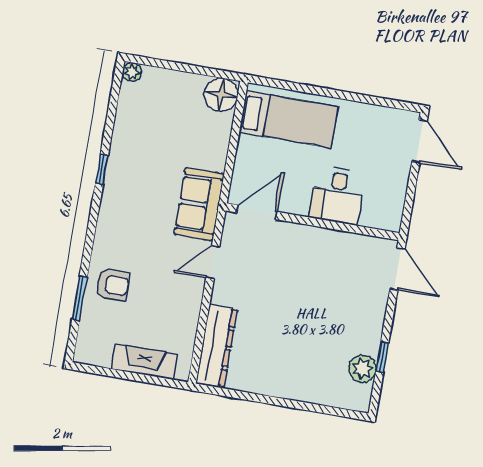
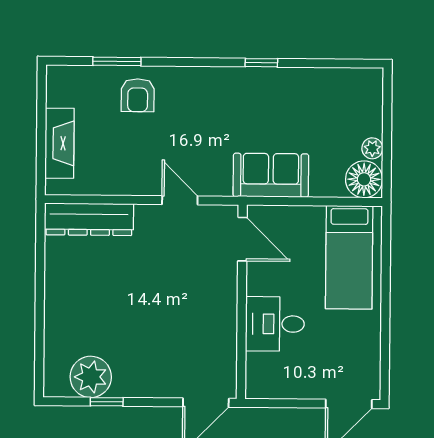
plant: (132, 72) -> (372, 148), moved
sofa: (199, 204) -> (271, 175), moved
plant: (363, 369) -> (91, 377), width x1.36, depth x1.36

